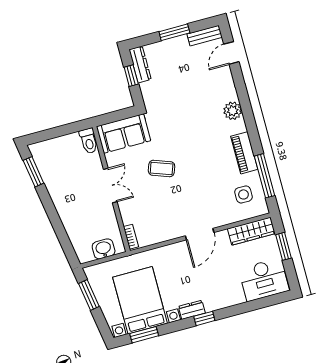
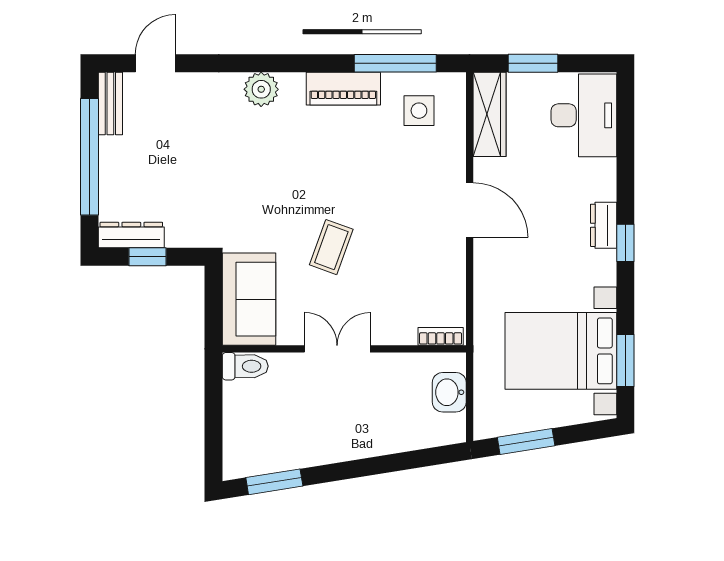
window: (174, 32) -> (90, 157), width x2.11
door: (231, 53) -> (155, 63), swing flipped
dresser: (192, 310) -> (604, 225), moved

